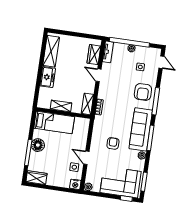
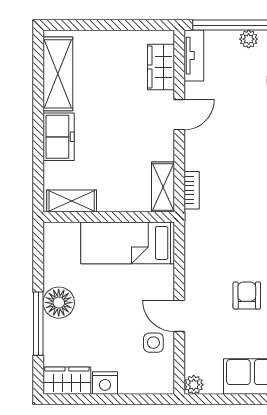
door: (98, 75) -> (179, 115), swing flipped
shelving: (61, 106) -> (72, 201), moved
bed: (54, 122) -> (128, 243), moved, turned 180
armchair: (113, 143) -> (247, 295), moved
nightstand: (75, 184) -> (105, 383), moved

